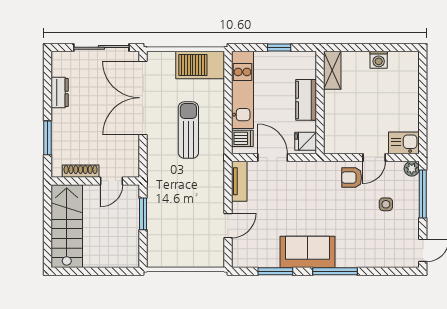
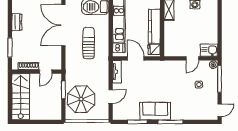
kitchen counter: (306, 100) -> (154, 26), width x1.50
armchair: (352, 178) -> (180, 70), removed
parasol: (175, 230) -> (81, 99), added

